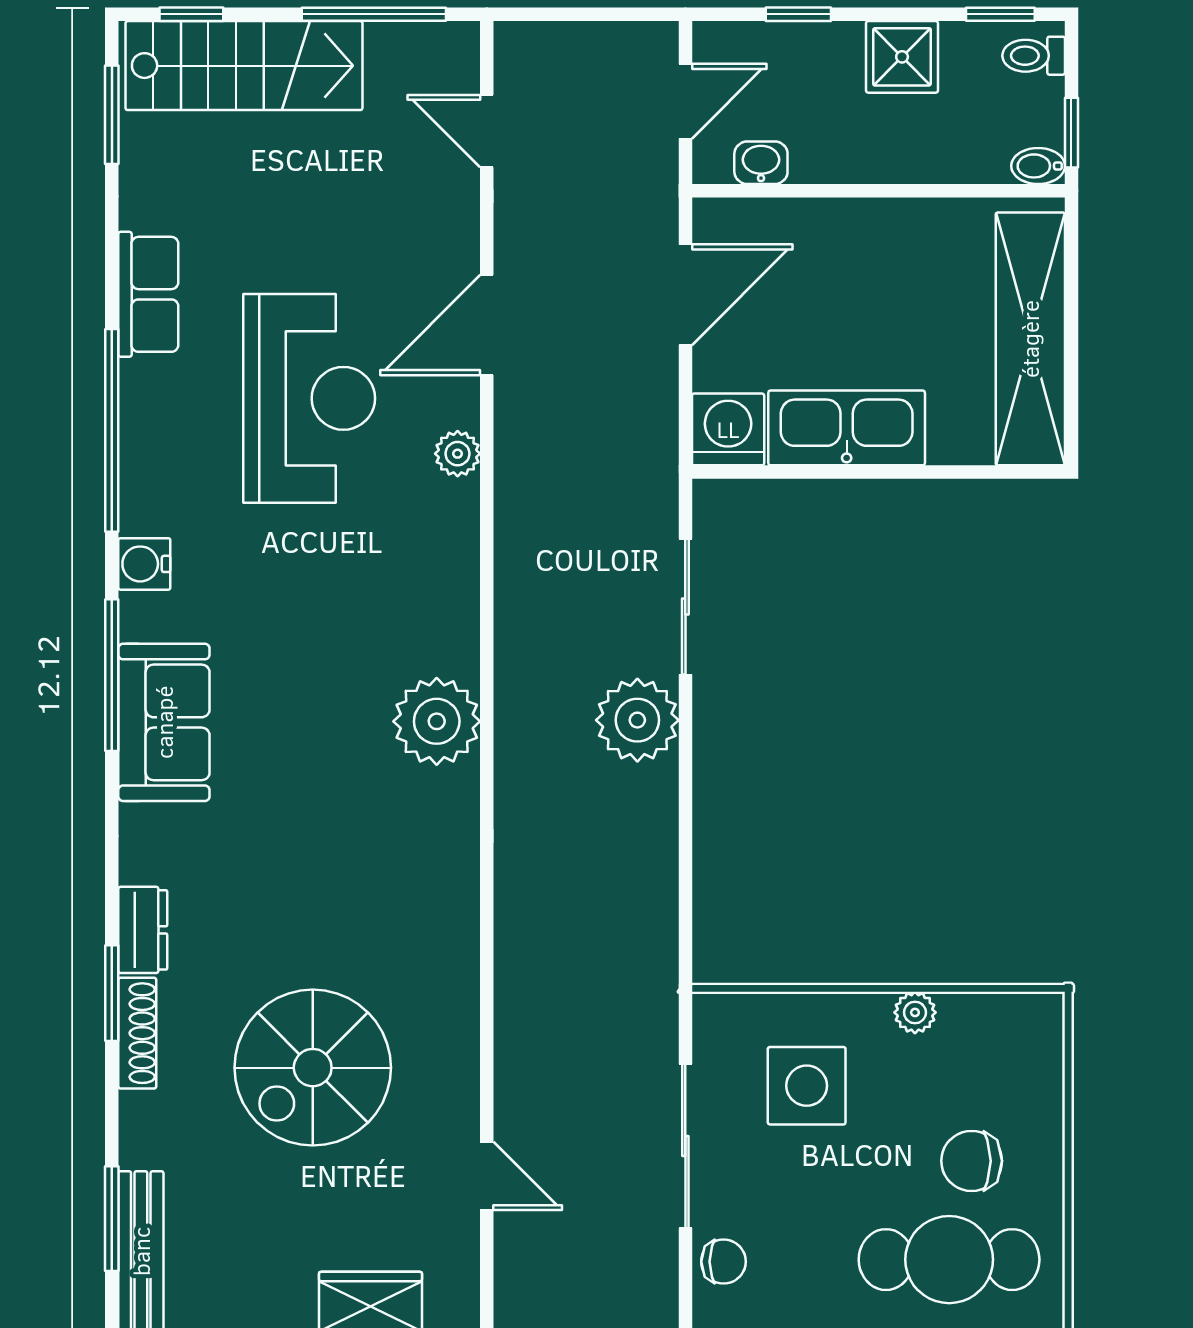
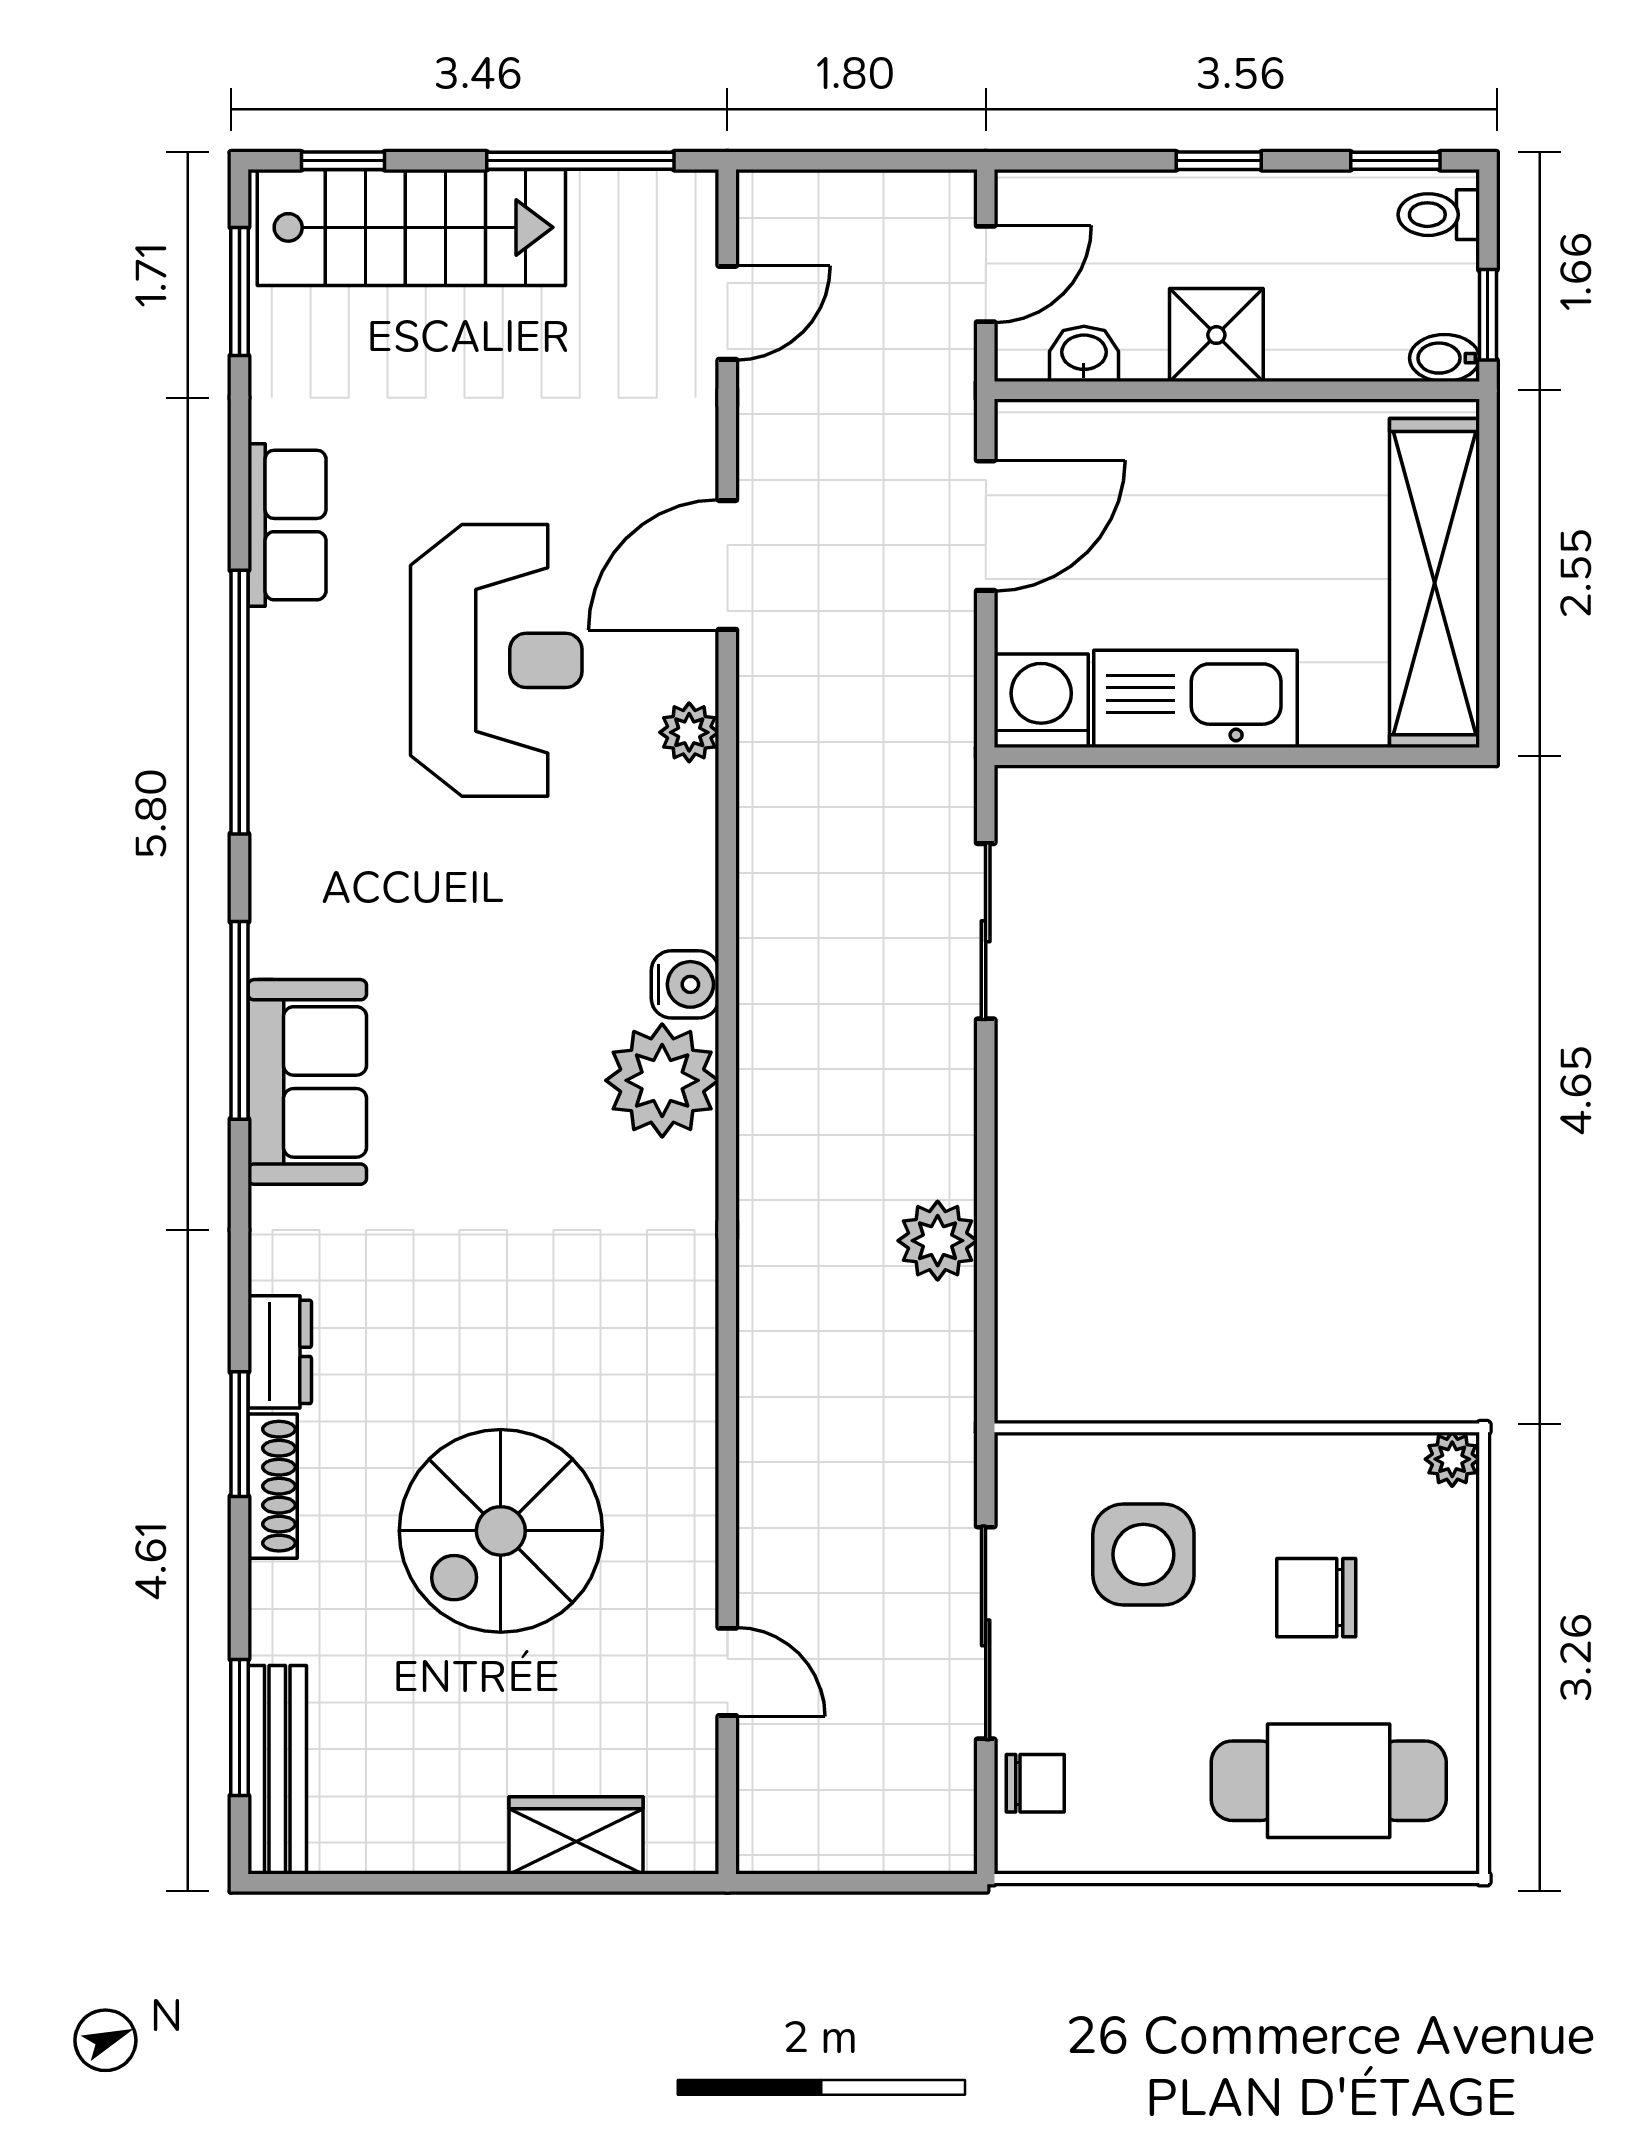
window: (798, 14) -> (1219, 161), moved
shower: (902, 57) -> (1216, 335), moved
door: (487, 131) -> (727, 313), swing flipped
water cooler: (144, 564) -> (685, 984), moved, turned 180
plant: (637, 720) -> (938, 1241), moved, width x0.73, depth x0.73
plant: (915, 1012) -> (1452, 1459), moved
chair: (972, 1161) -> (1316, 1598), moved

